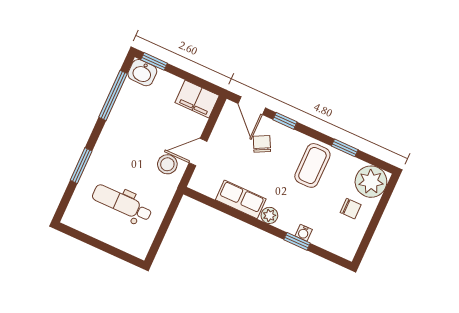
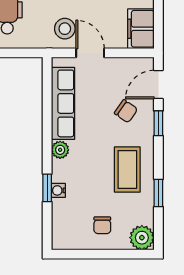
chair: (262, 144) -> (126, 111), turned 62
coffee table: (312, 165) -> (127, 170), turned 90
plant: (371, 182) -> (142, 238), width x0.73, depth x0.73
row of seats: (241, 199) -> (63, 103), width x1.48

